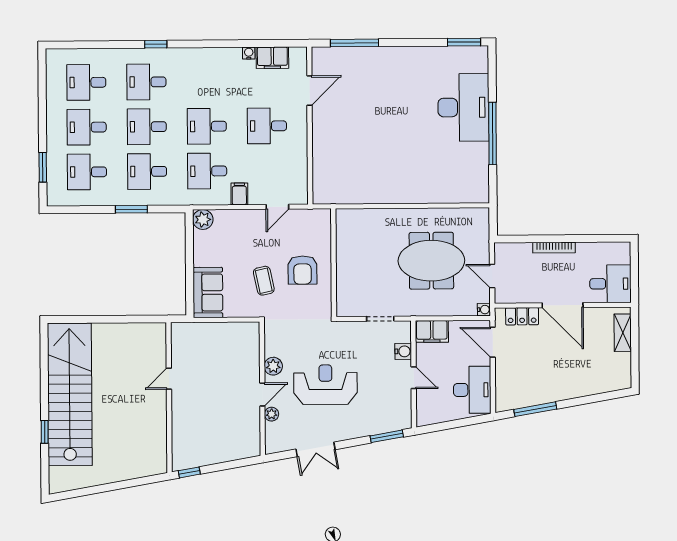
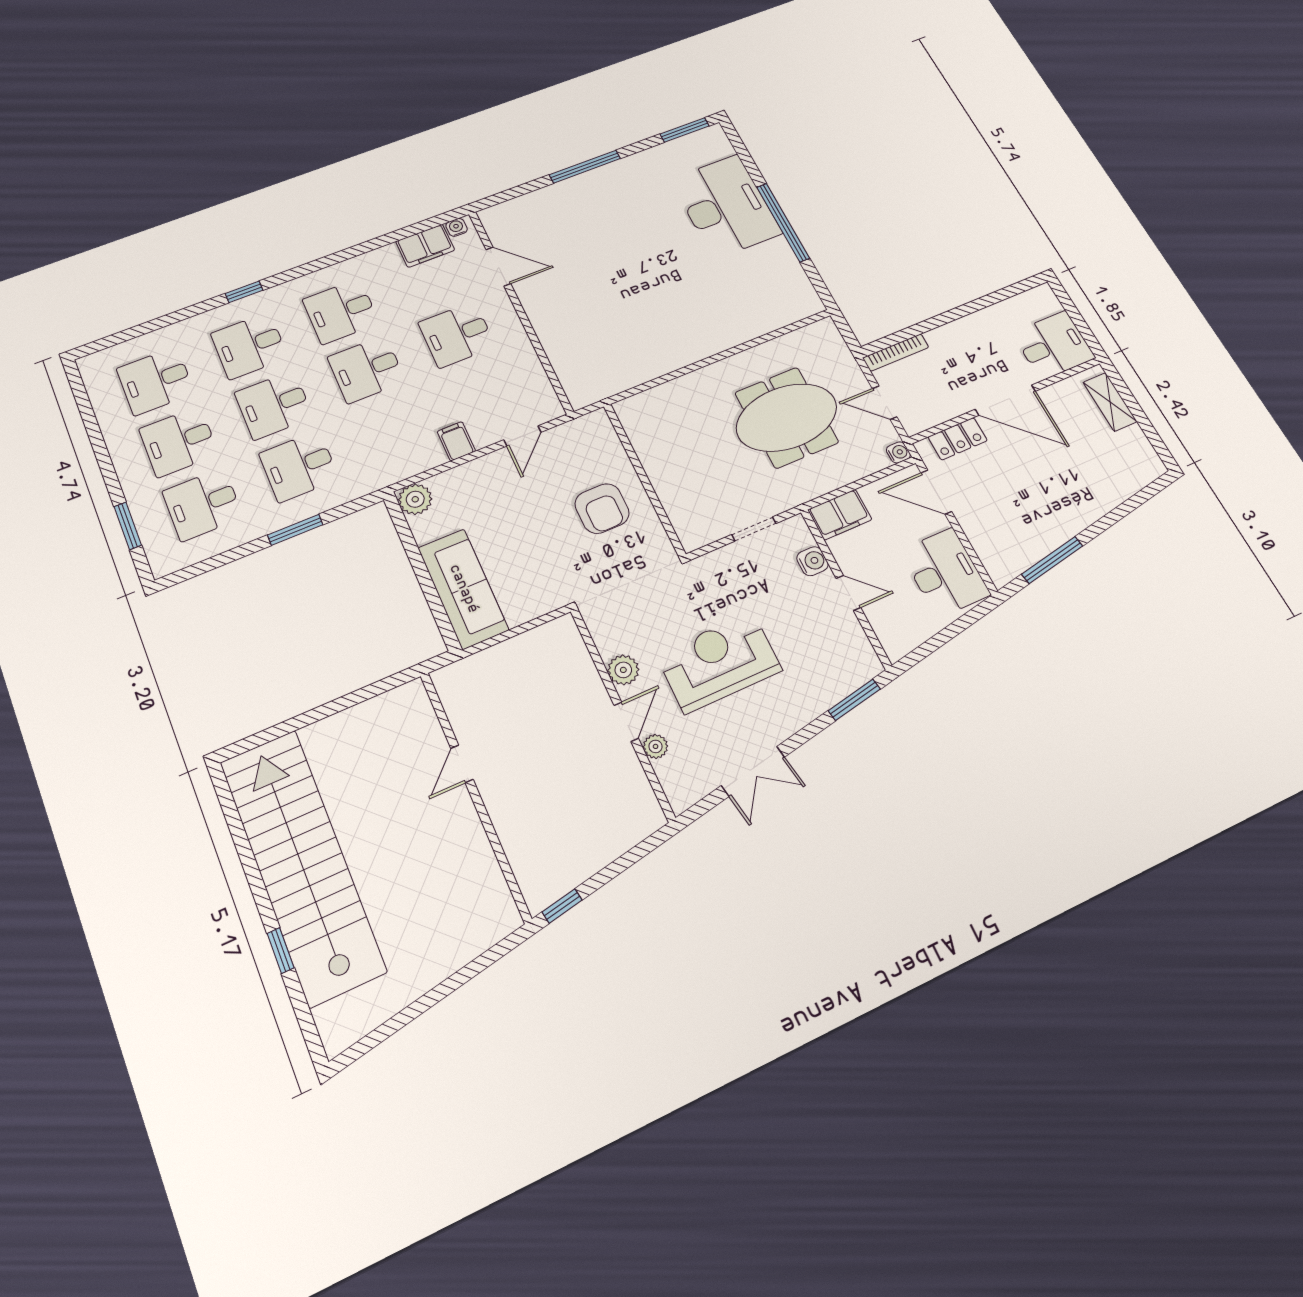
window: (355, 43) -> (585, 167), moved
water cooler: (249, 53) -> (457, 227), moved
door: (309, 91) -> (498, 266), hinge flipped
desk: (207, 171) -> (341, 311), moved
bookcase: (554, 248) -> (896, 353), moved
coffee table: (264, 281) -> (550, 548), removed
sofa: (208, 293) -> (463, 589), width x1.36

